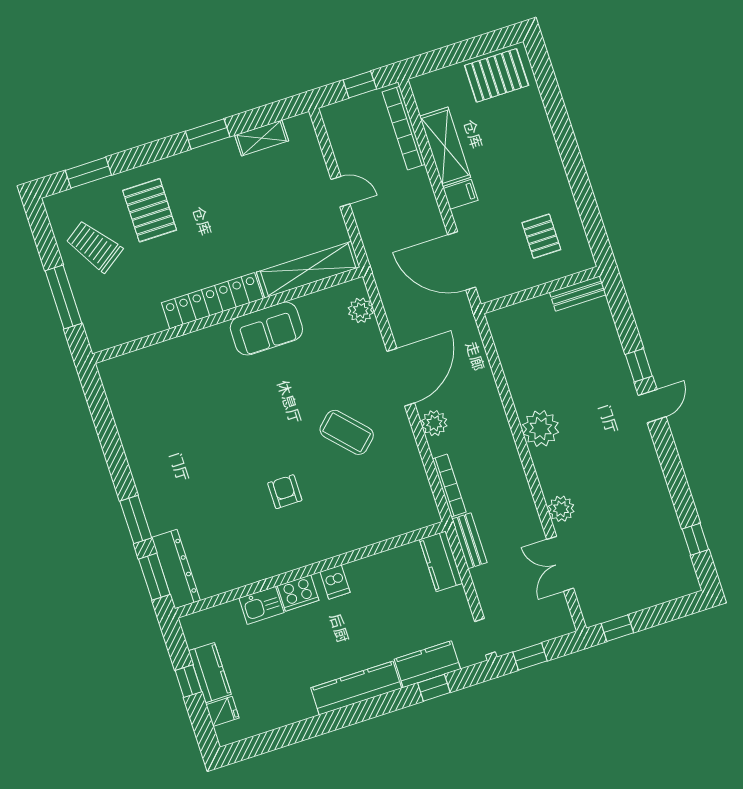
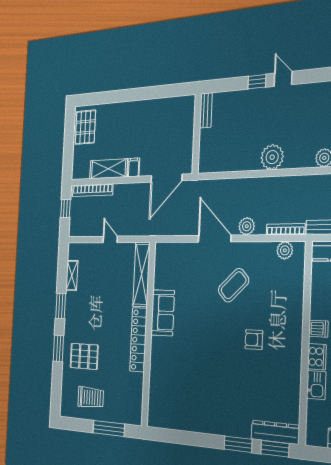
window: (88, 173) -> (58, 348), moved
door: (340, 192) -> (110, 239), hinge flipped
pallet: (541, 236) -> (169, 124), removed
trolley: (94, 246) -> (91, 397), turned -145
plant: (361, 310) -> (285, 250), moved

